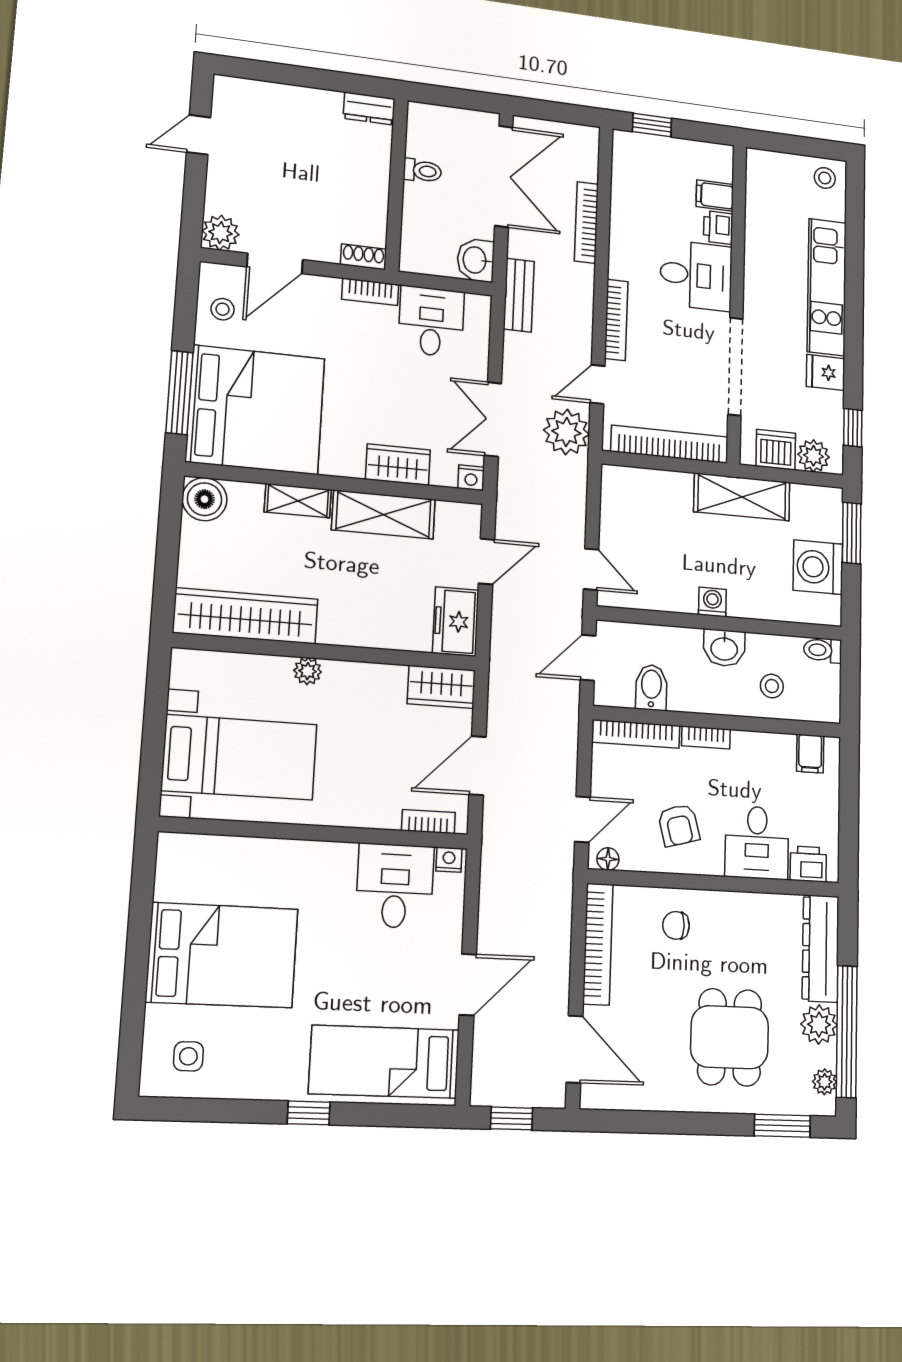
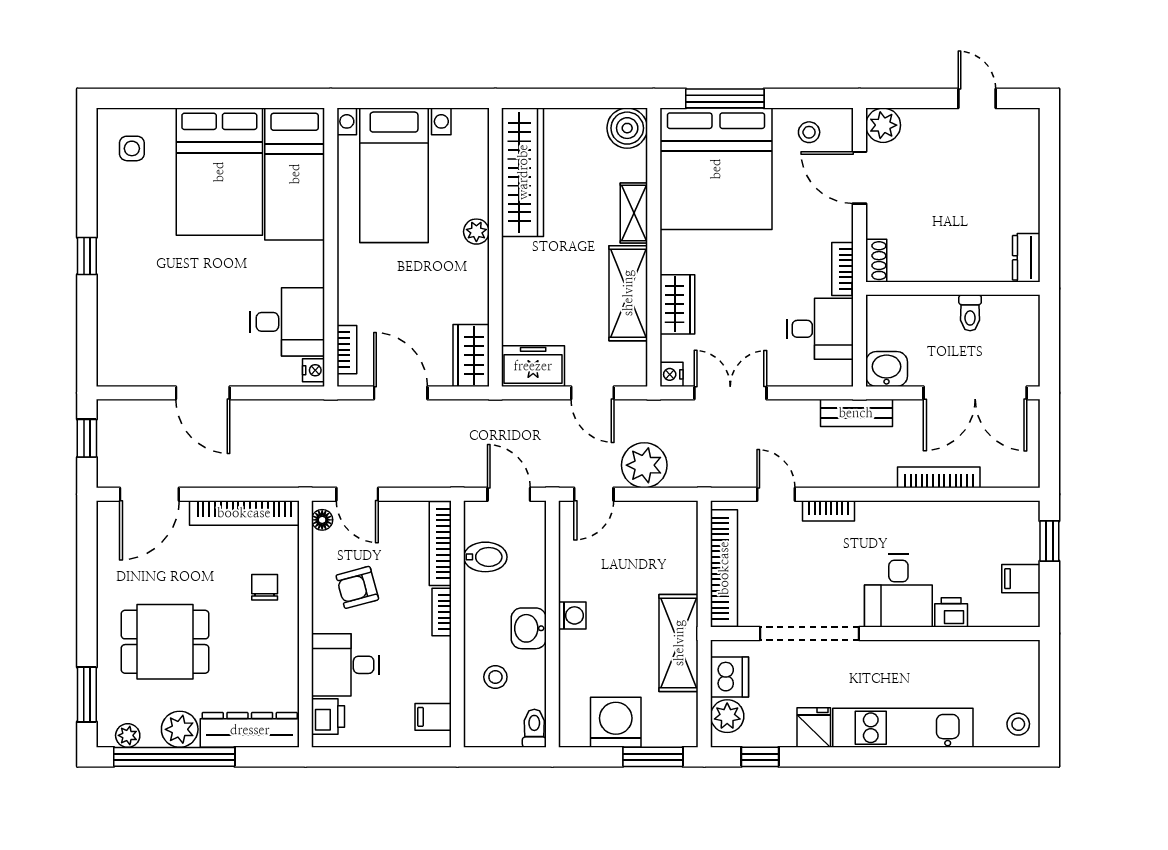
filing cabinet: (715, 195) -> (1021, 579), moved, turned -90
bookcase: (616, 320) -> (829, 511), width x0.64
plant: (566, 432) -> (644, 465), moved
bed: (384, 1062) -> (295, 174), moved, turned 180

